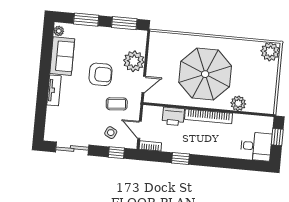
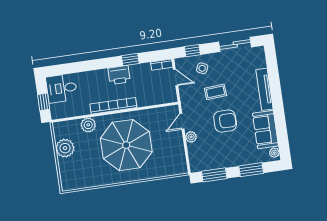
plant: (270, 52) -> (65, 148), moved
plant: (134, 61) -> (191, 137), width x0.53, depth x0.53
armchair: (100, 74) -> (225, 121), turned 180
tv unit: (54, 90) -> (265, 89), width x1.41
coffee table: (117, 104) -> (215, 92), moved
printer: (173, 116) -> (119, 75), moved, turned 180

